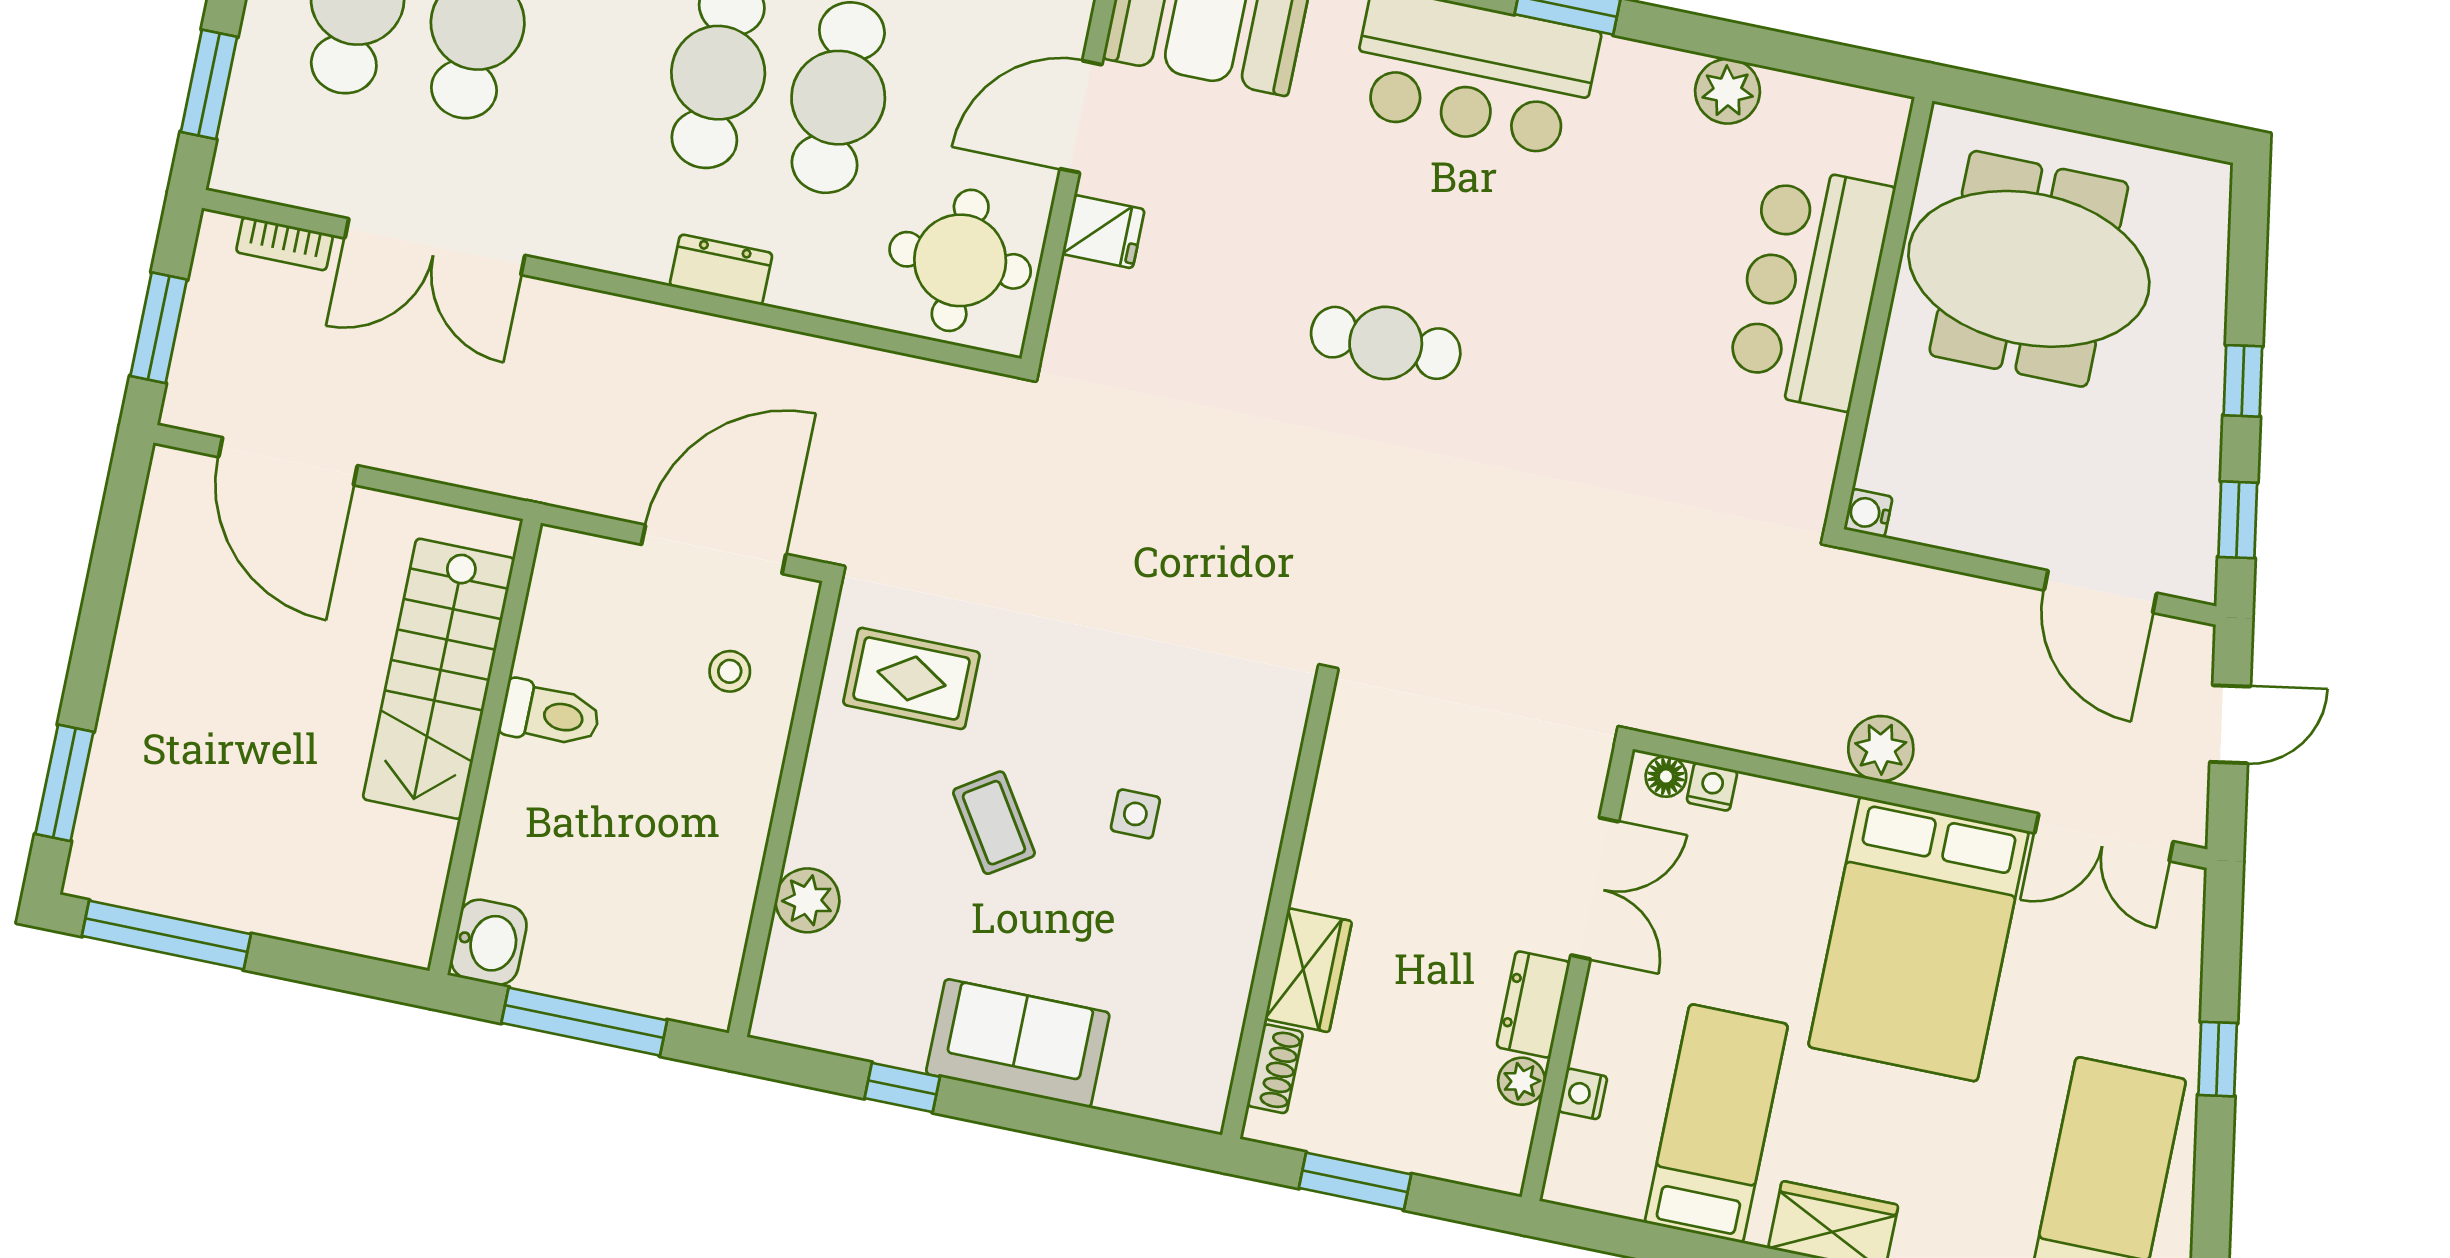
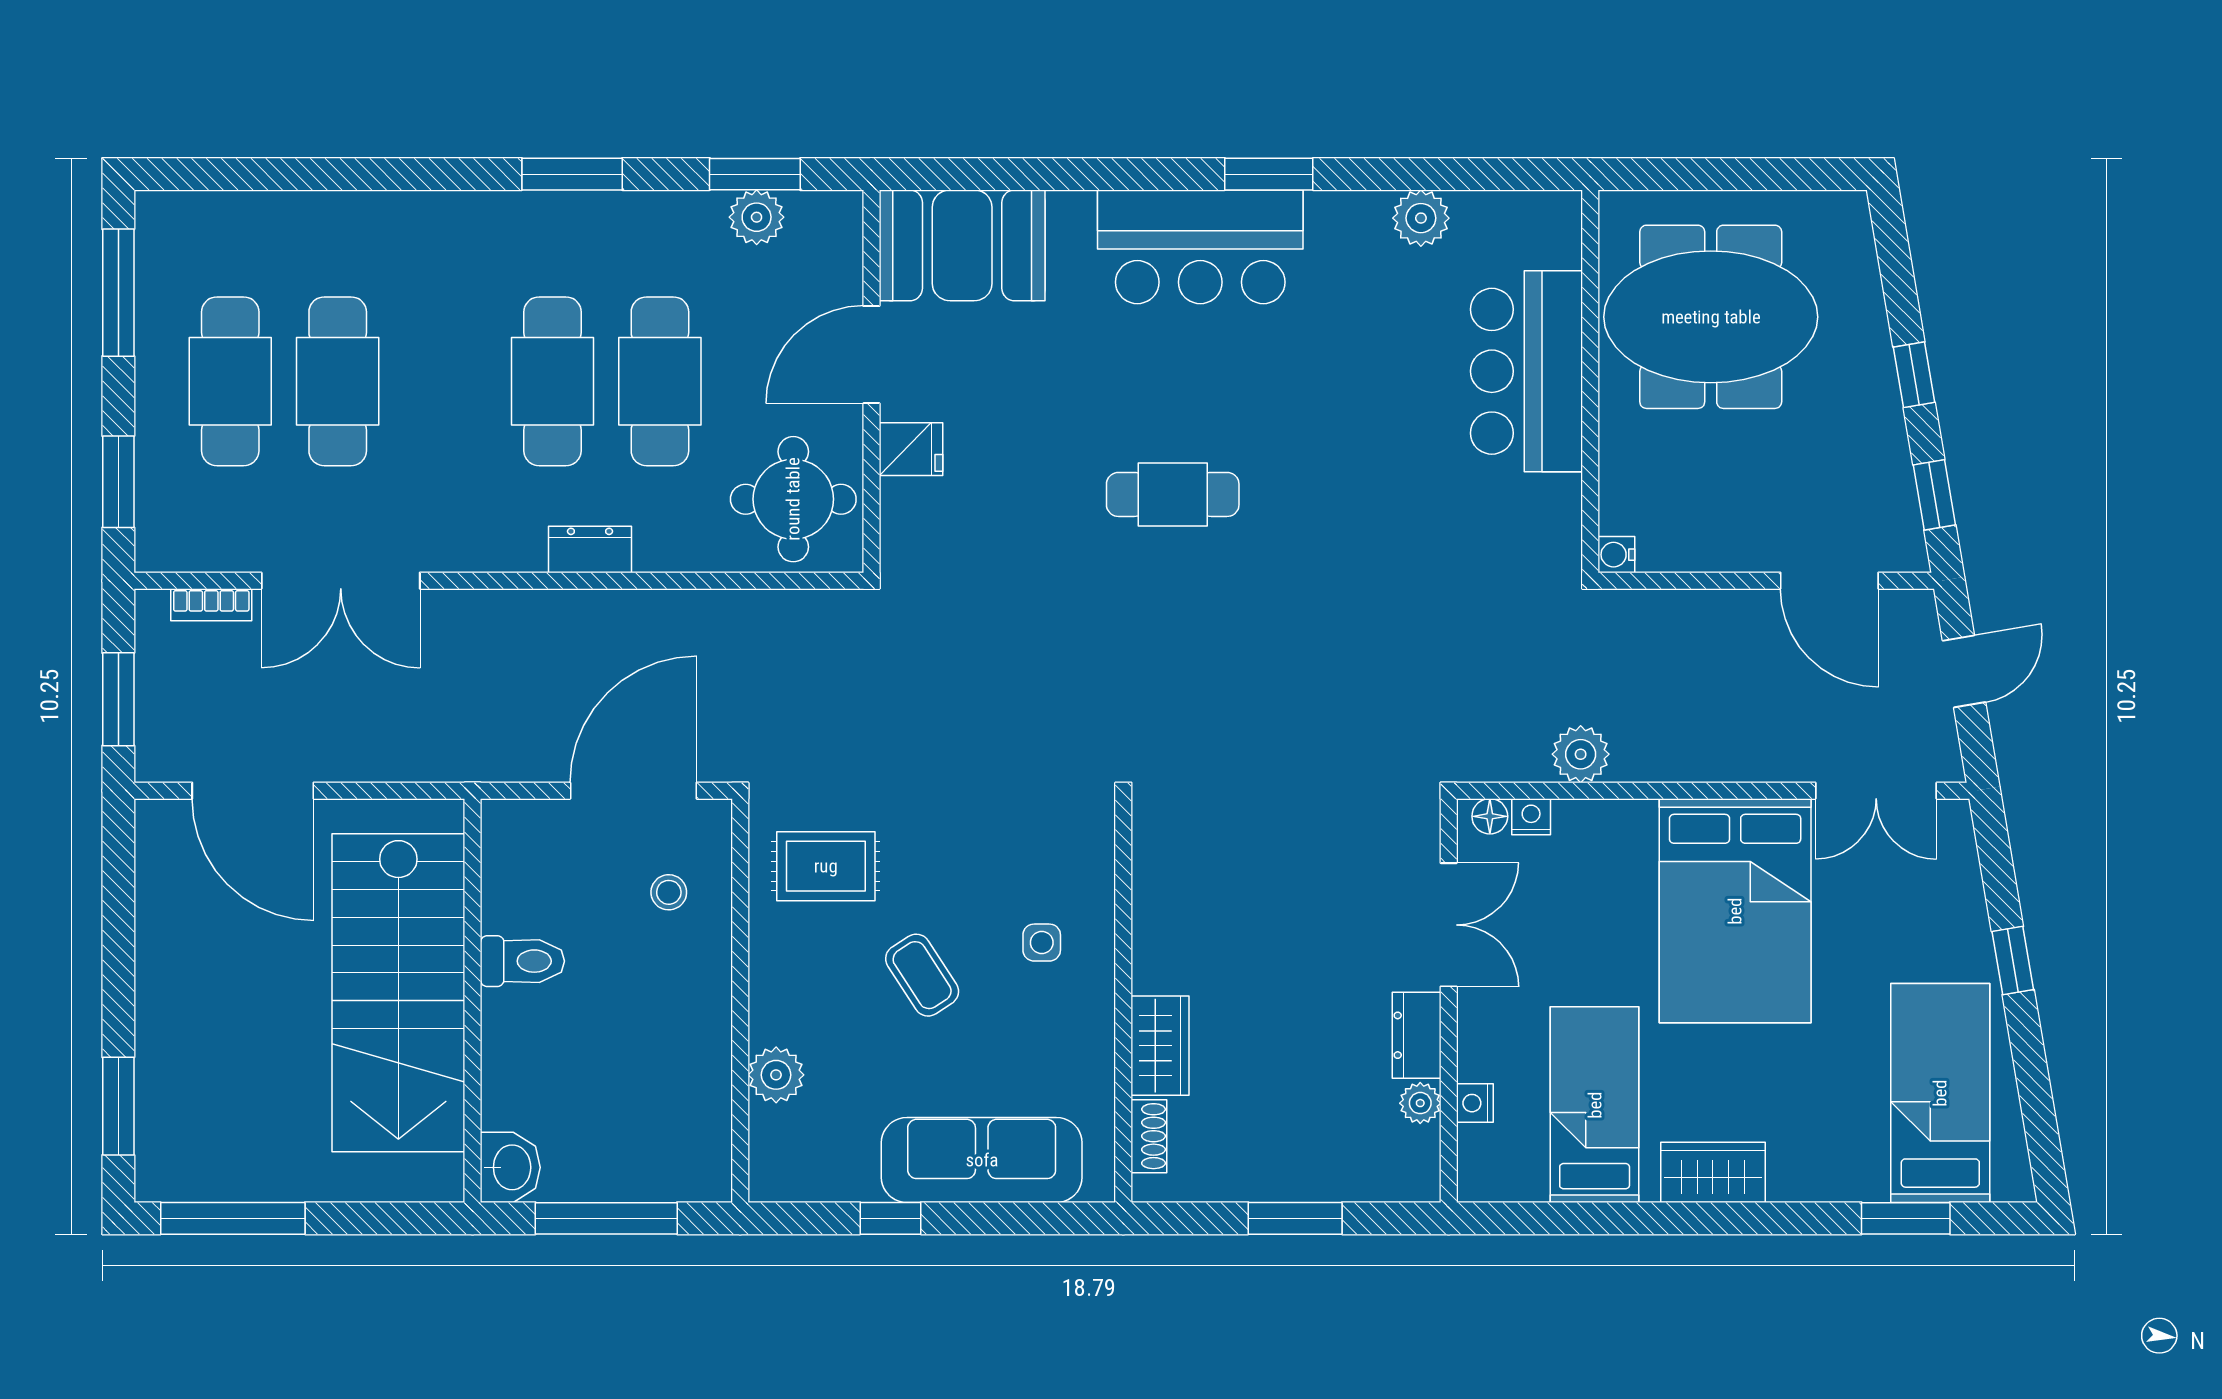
stairs: (439, 679) -> (398, 993), width x1.36, depth x1.51
plant: (1881, 749) -> (1581, 754), moved
wall: (1278, 911) -> (1123, 1001), moved
wardrobe: (1308, 970) -> (1160, 1046), moved
sofa: (1018, 1043) -> (982, 1160), width x1.36
shoe rack: (1275, 1069) -> (1149, 1136), moved

